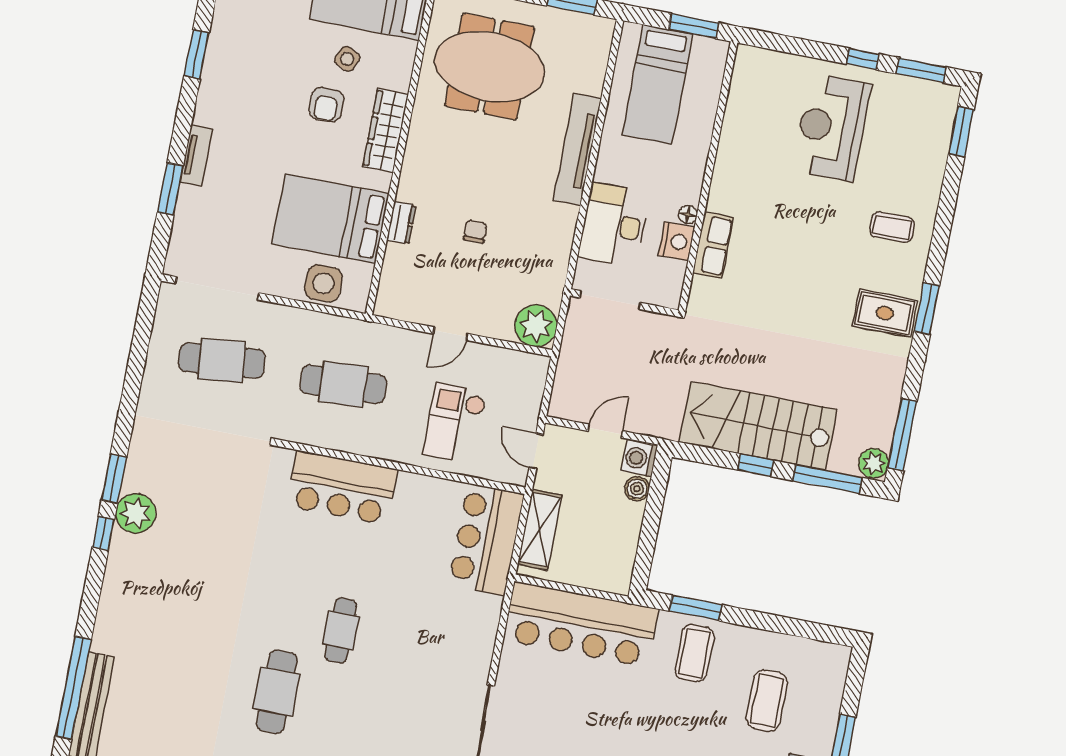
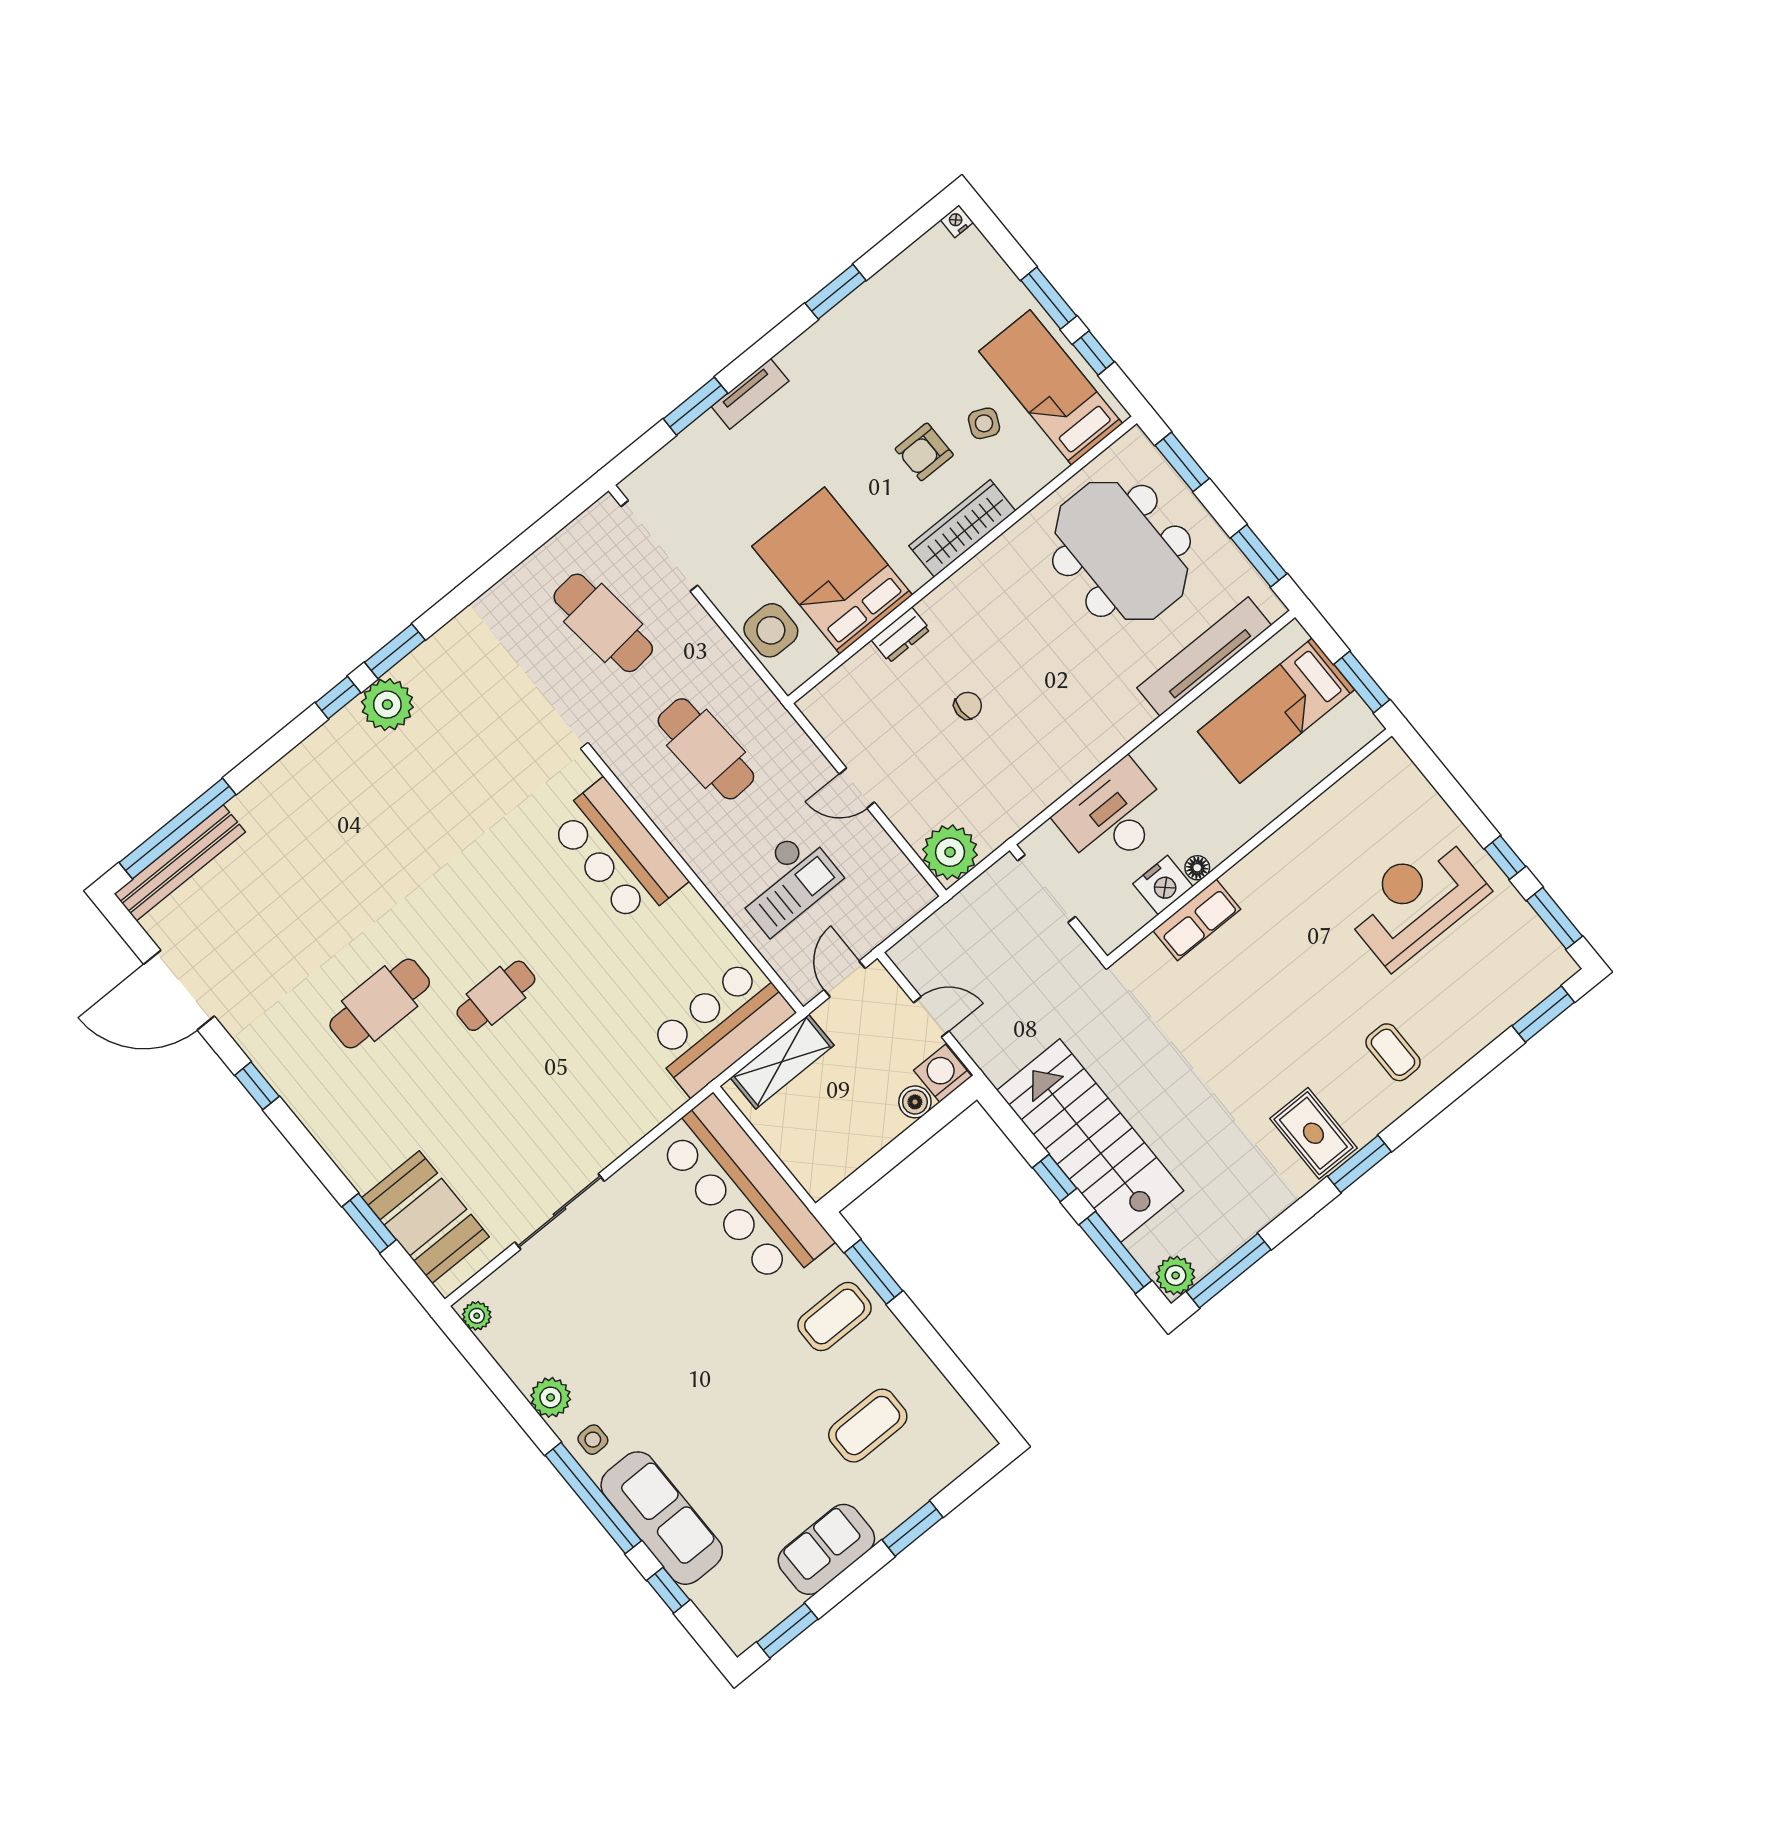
tv unit: (577, 150) -> (1204, 657), moved
checkout: (455, 423) -> (786, 882), turned 180

